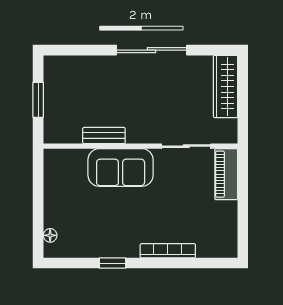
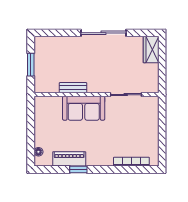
wardrobe: (226, 86) -> (151, 49), width x0.67
piano: (226, 174) -> (69, 159), moved, turned 90
bookcase: (168, 251) -> (131, 162), moved

